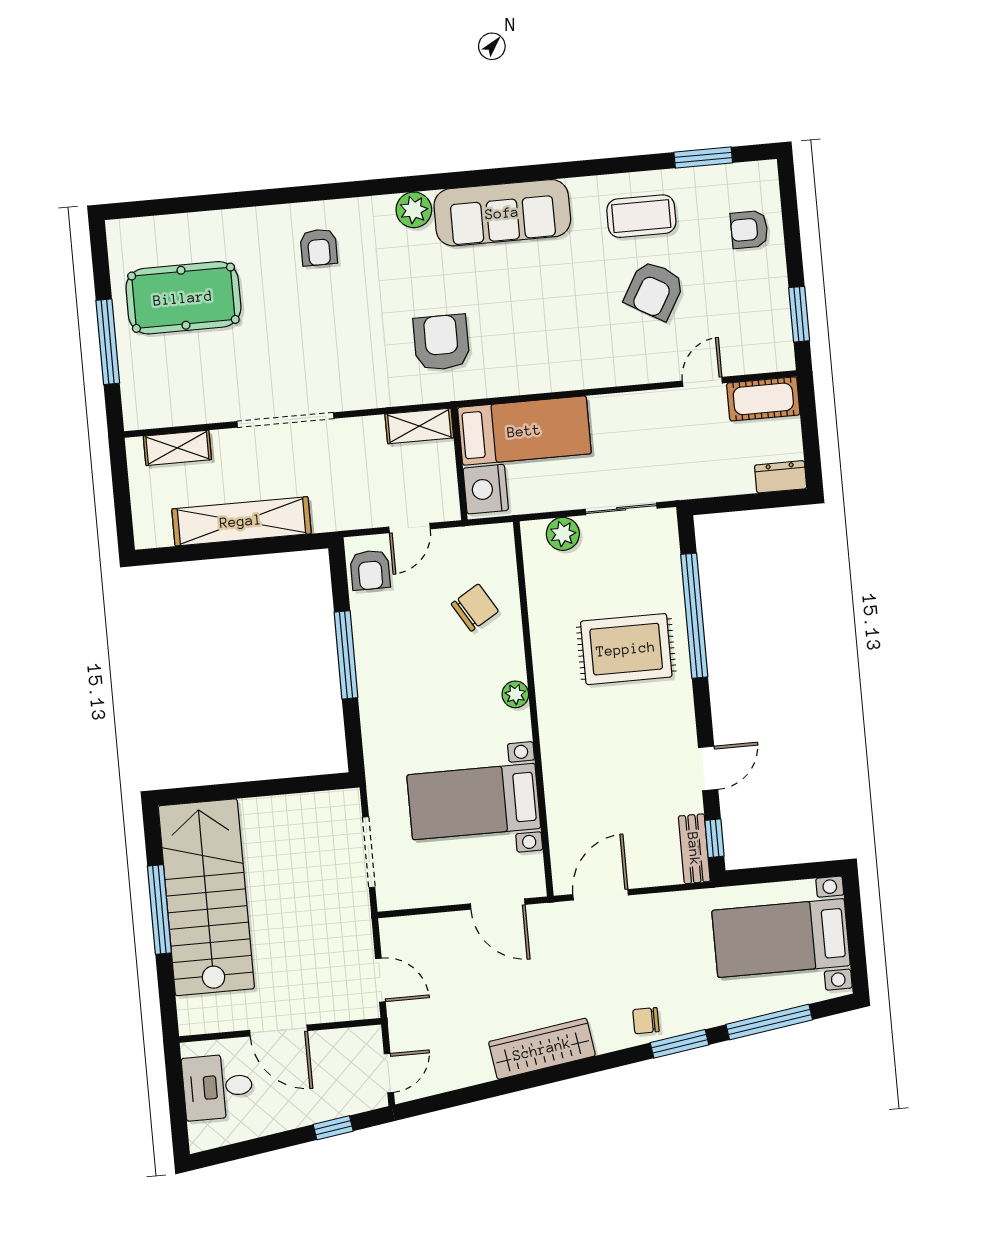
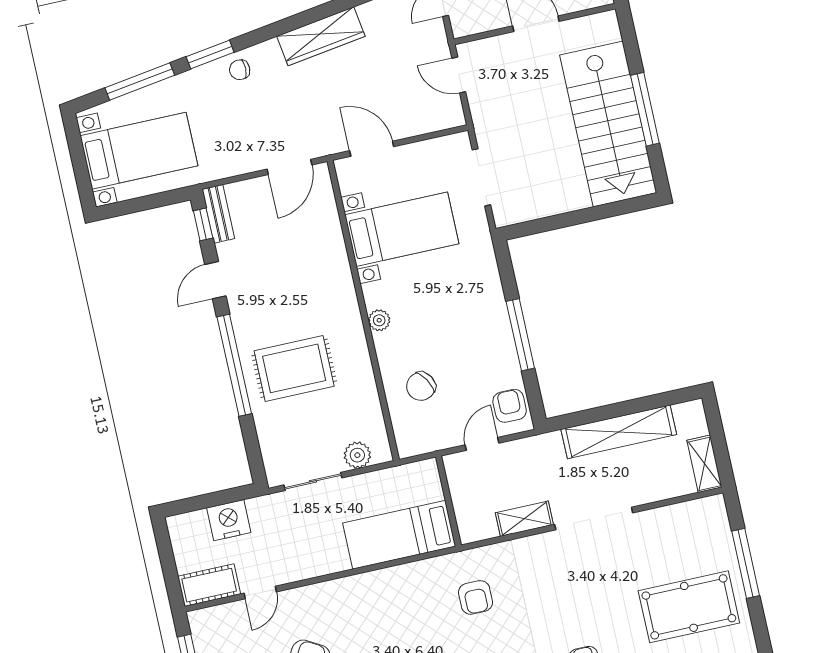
armchair: (441, 342) -> (475, 597), width x0.72, depth x0.72
shelving: (419, 426) -> (524, 519), moved
shelving: (177, 448) -> (704, 464), moved, turned 90
dresser: (781, 477) -> (187, 524), removed
nightstand: (486, 489) -> (229, 520), moved, turned -90
window: (694, 616) -> (234, 365), moved
chair: (646, 1021) -> (240, 70), turned 180

